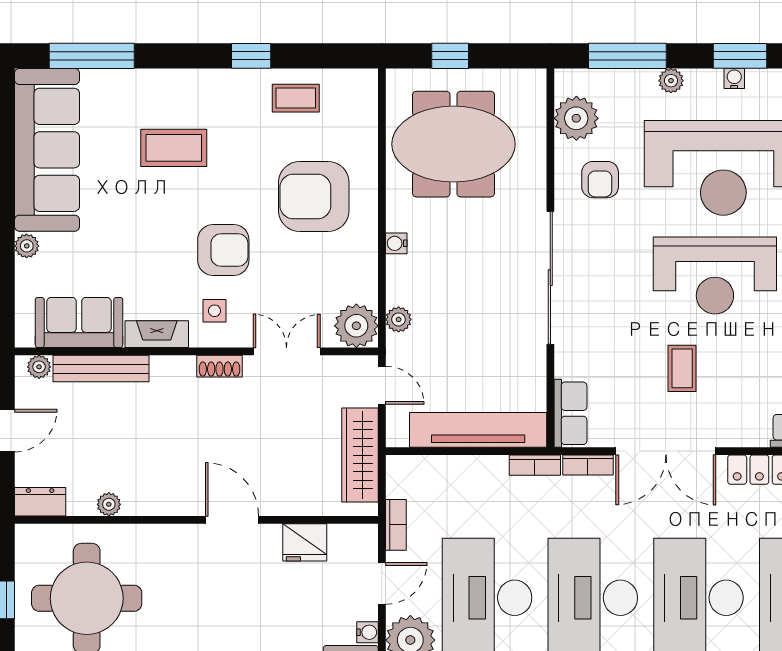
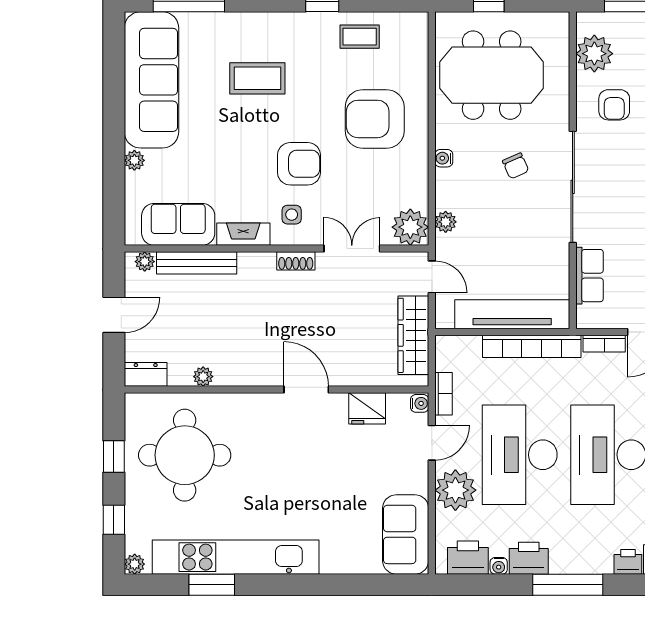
chair: (482, 253) -> (516, 166), added
row of seats: (570, 413) -> (589, 276), moved
bookcase: (535, 465) -> (532, 346), width x2.31, depth x1.31
water cooler: (368, 632) -> (420, 403), moved

